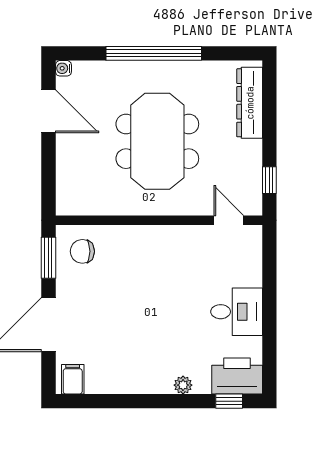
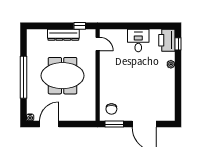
dresser: (250, 103) -> (63, 35), moved
door: (229, 220) -> (98, 44), swing flipped
filing cabinet: (73, 379) -> (168, 113), removed

